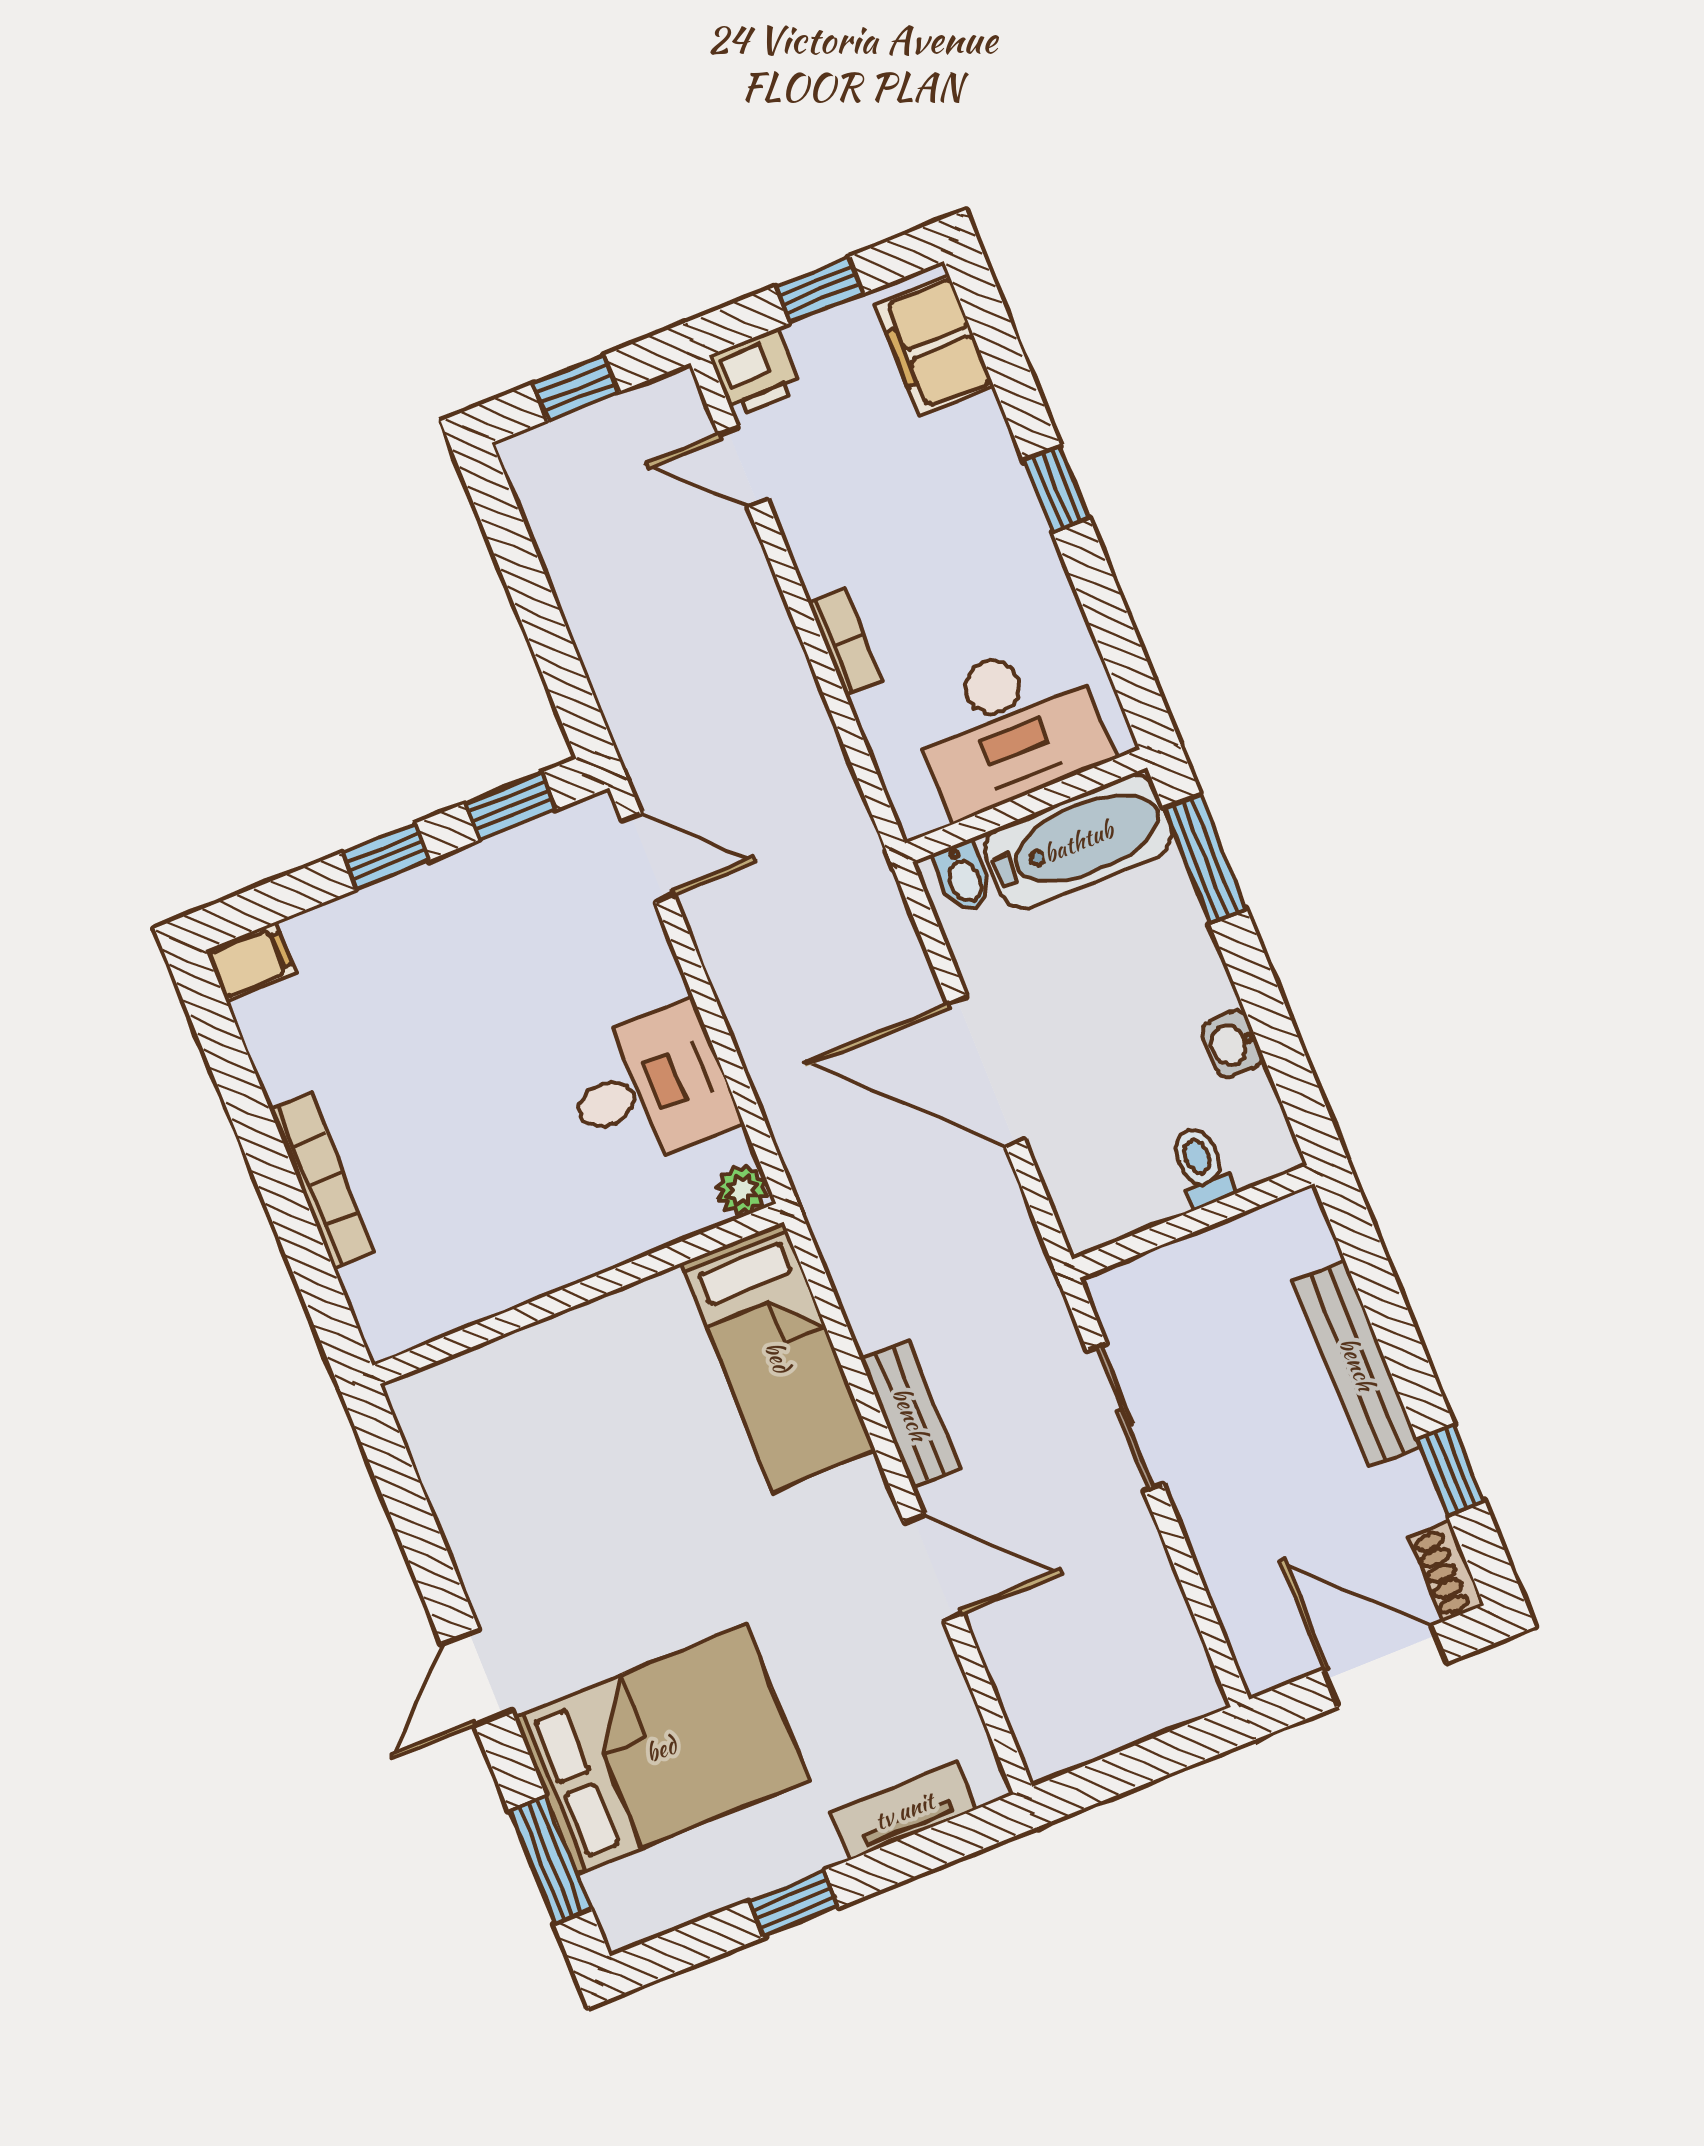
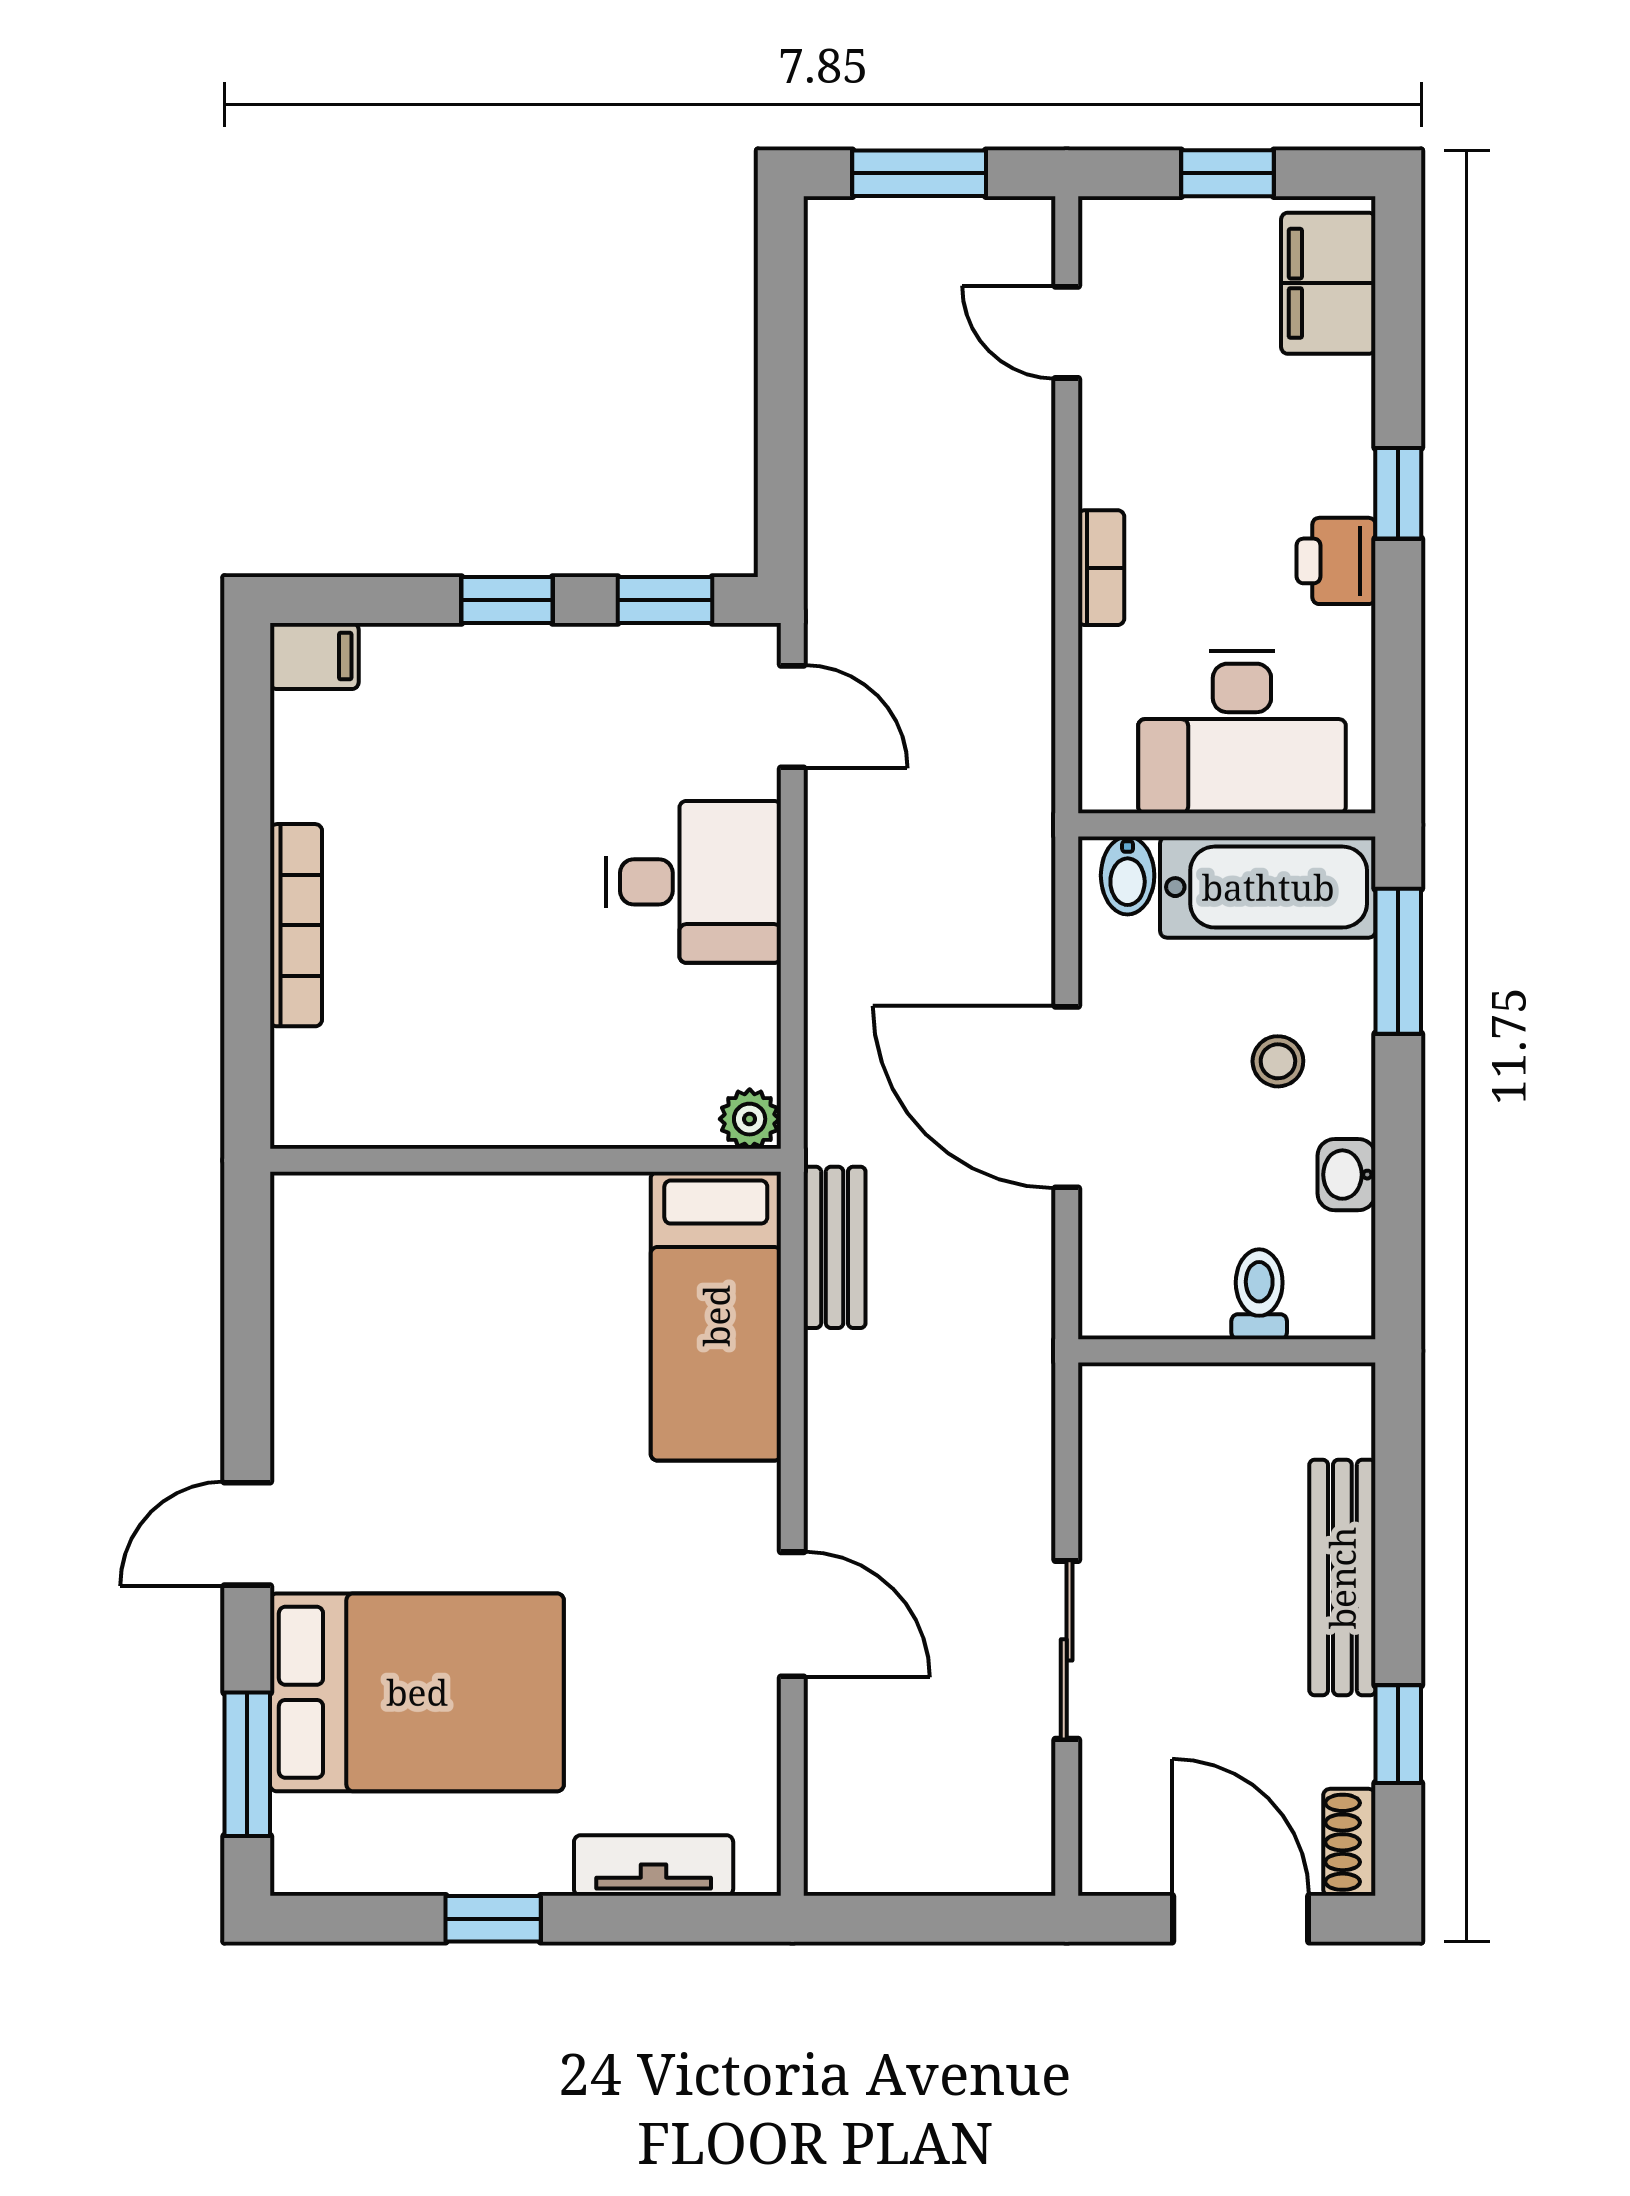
printer: (755, 373) -> (1336, 561), moved, turned 90
window: (576, 388) -> (919, 173), width x1.50
stool: (1142, 976) -> (1278, 1061), added
desk: (649, 1087) -> (694, 882), moved
bench: (910, 1414) -> (835, 1247), moved
sliding door: (1125, 1417) -> (1067, 1650), moved

